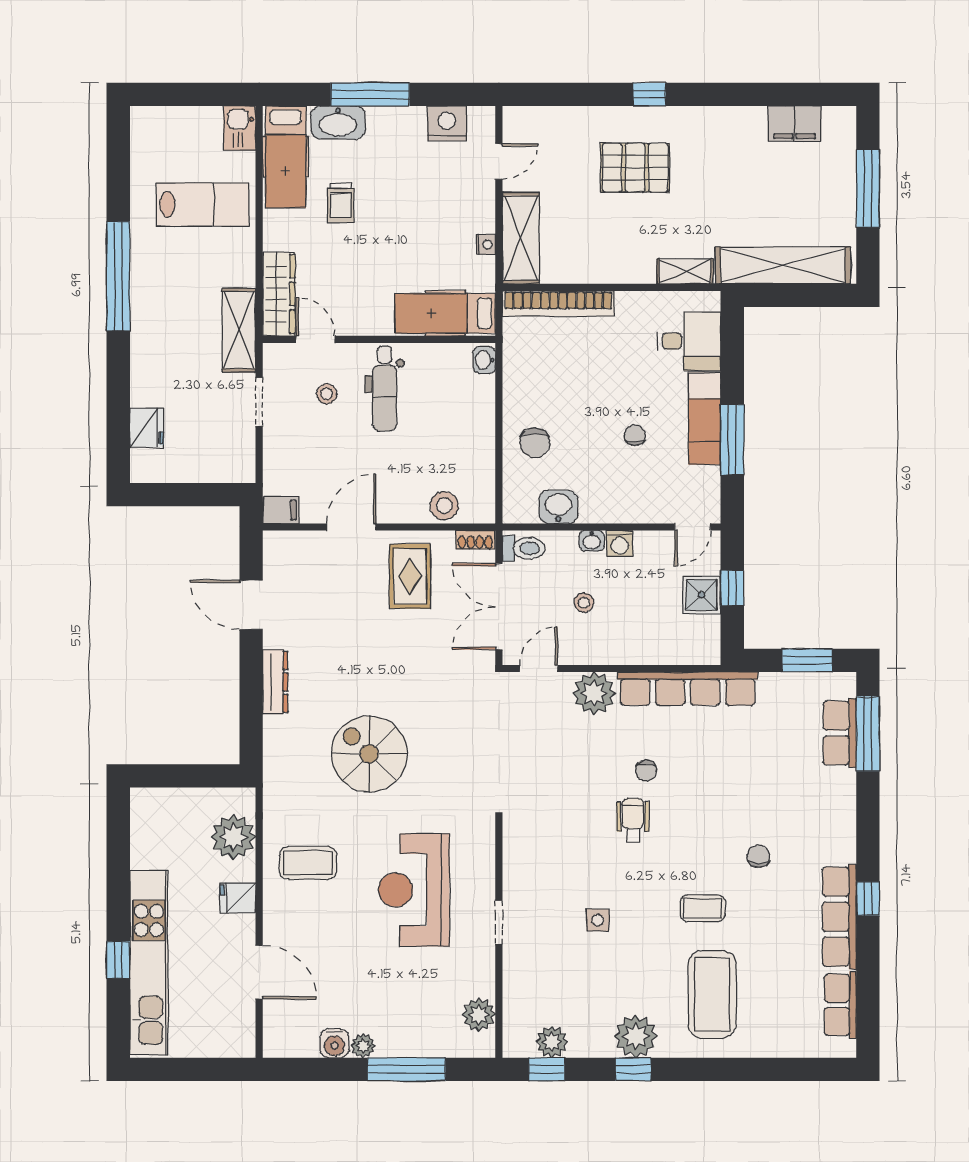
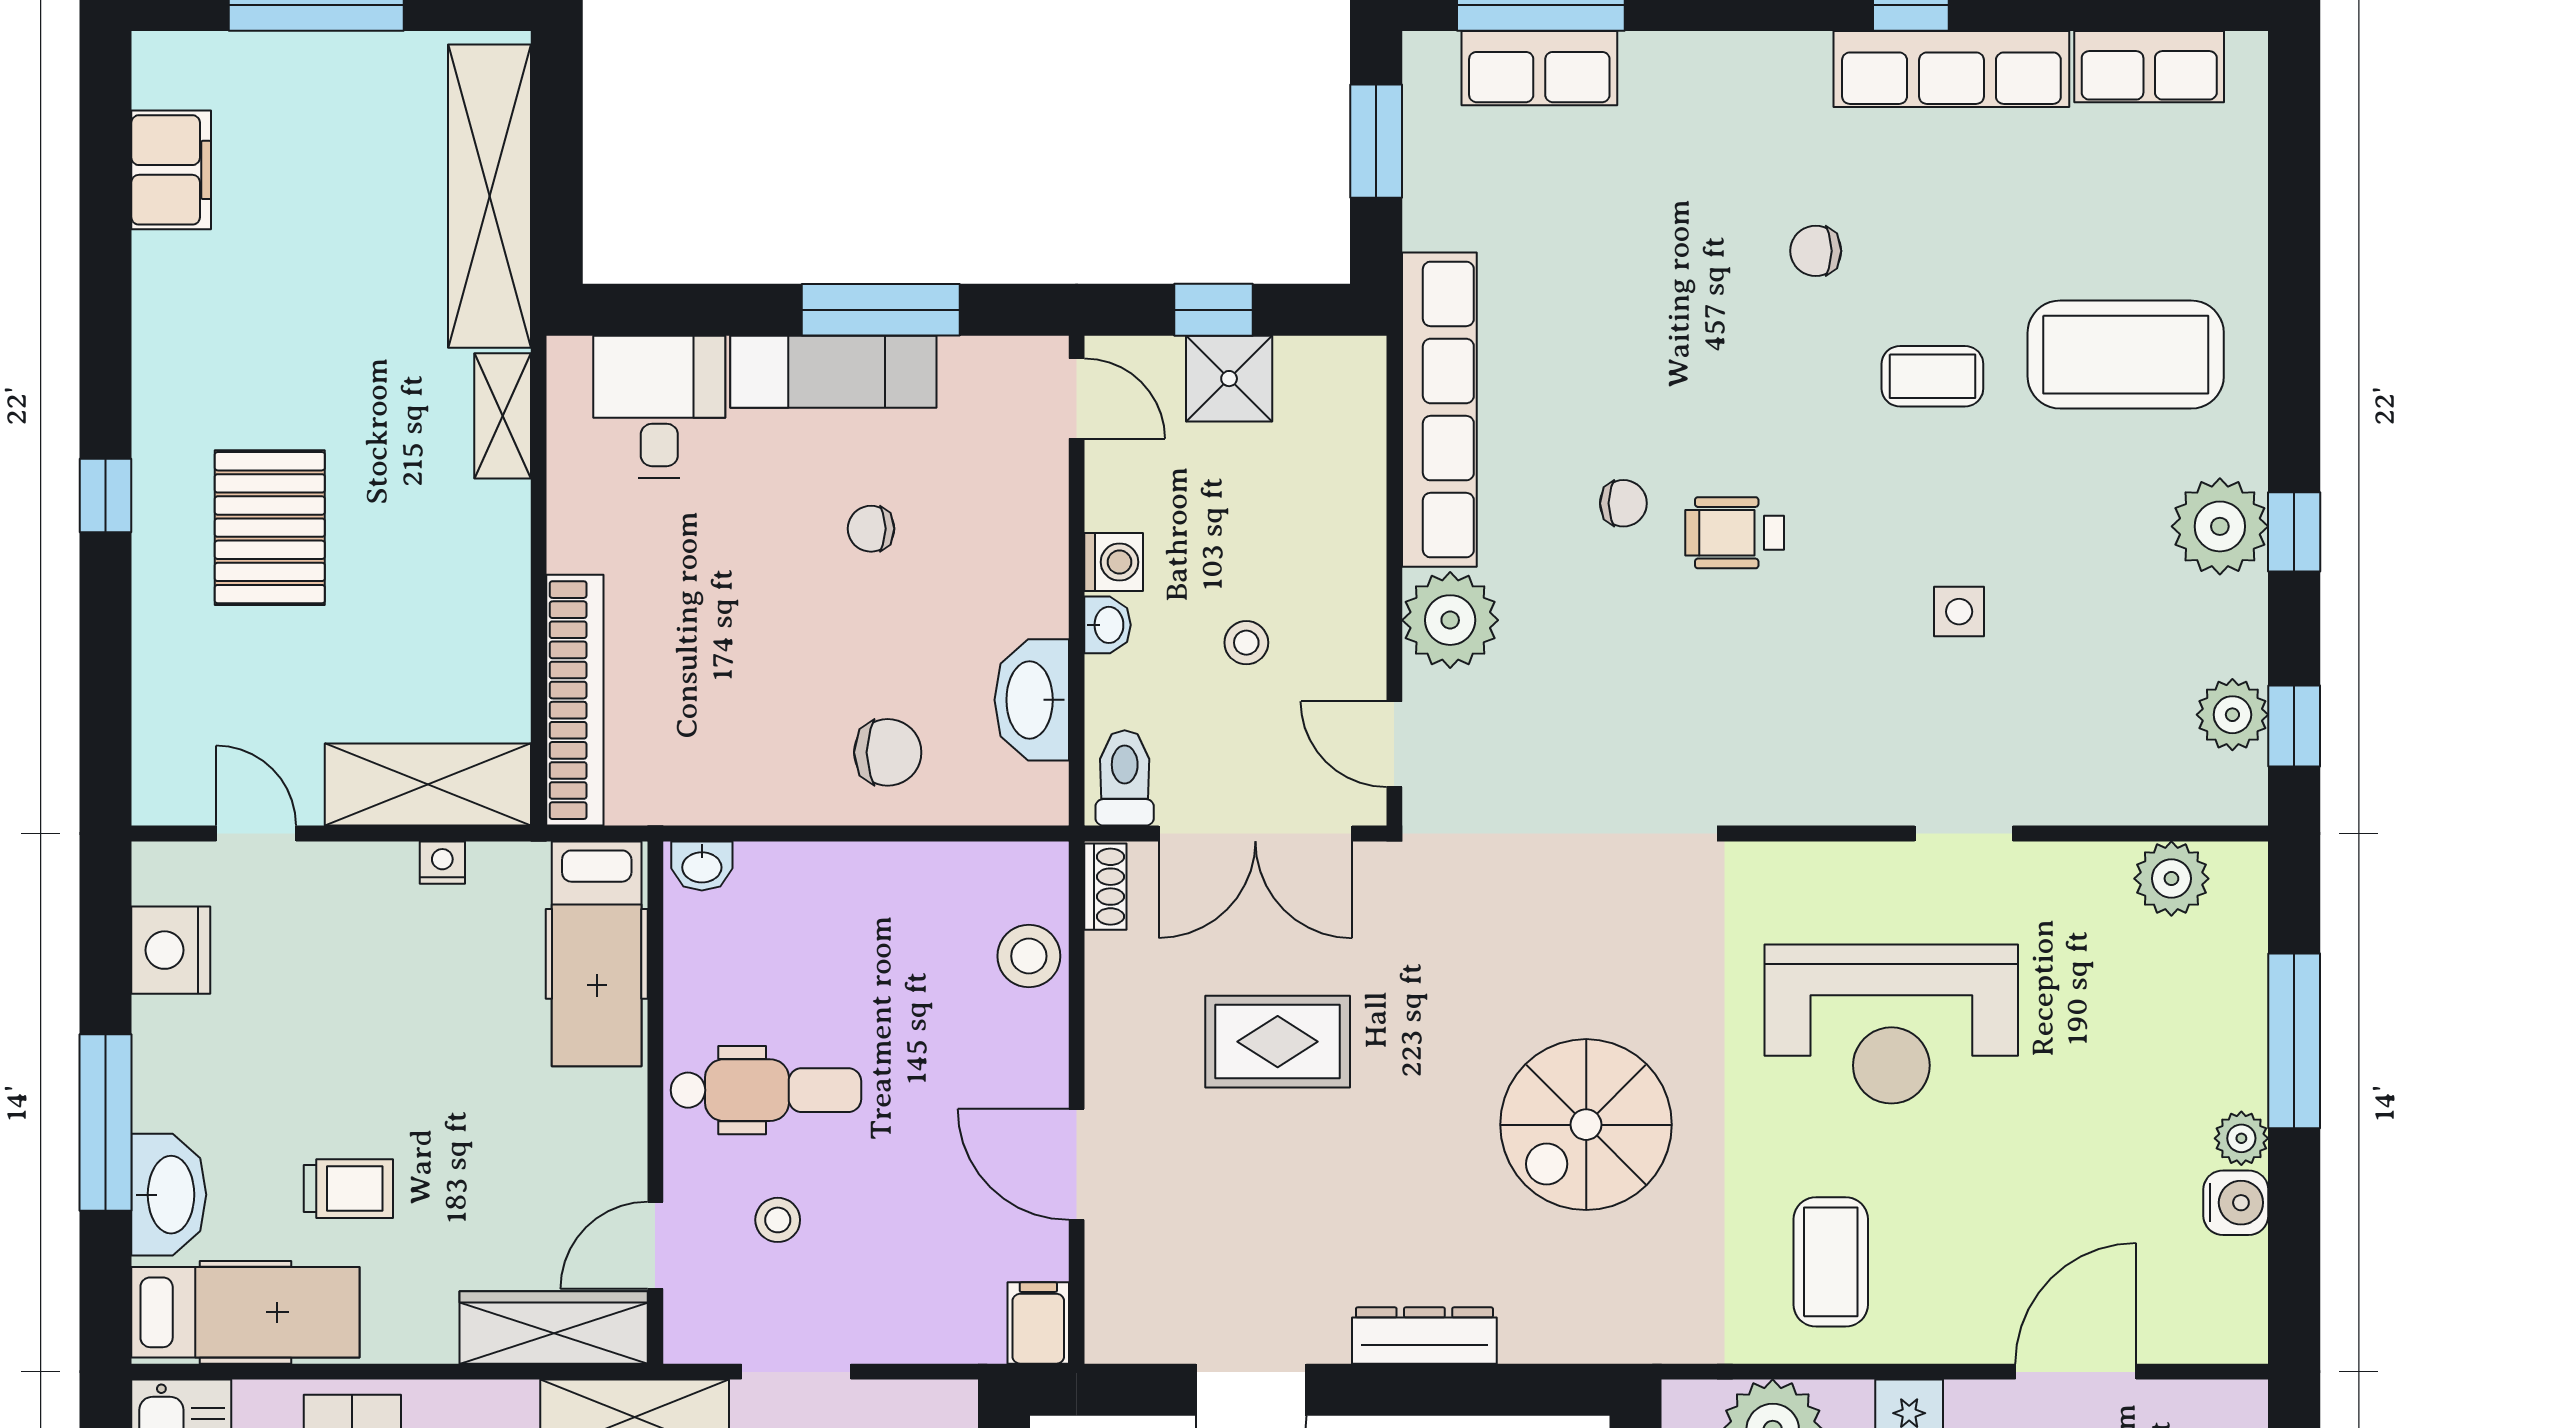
washbasin: (558, 507) -> (1032, 700), width x1.38
rug: (410, 576) -> (1278, 1042), moved
coffee table: (703, 908) -> (1932, 376), turned 90

